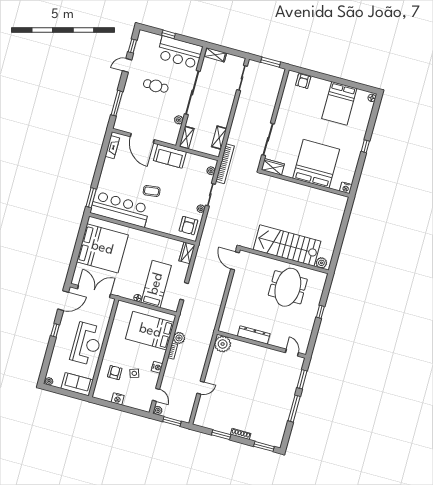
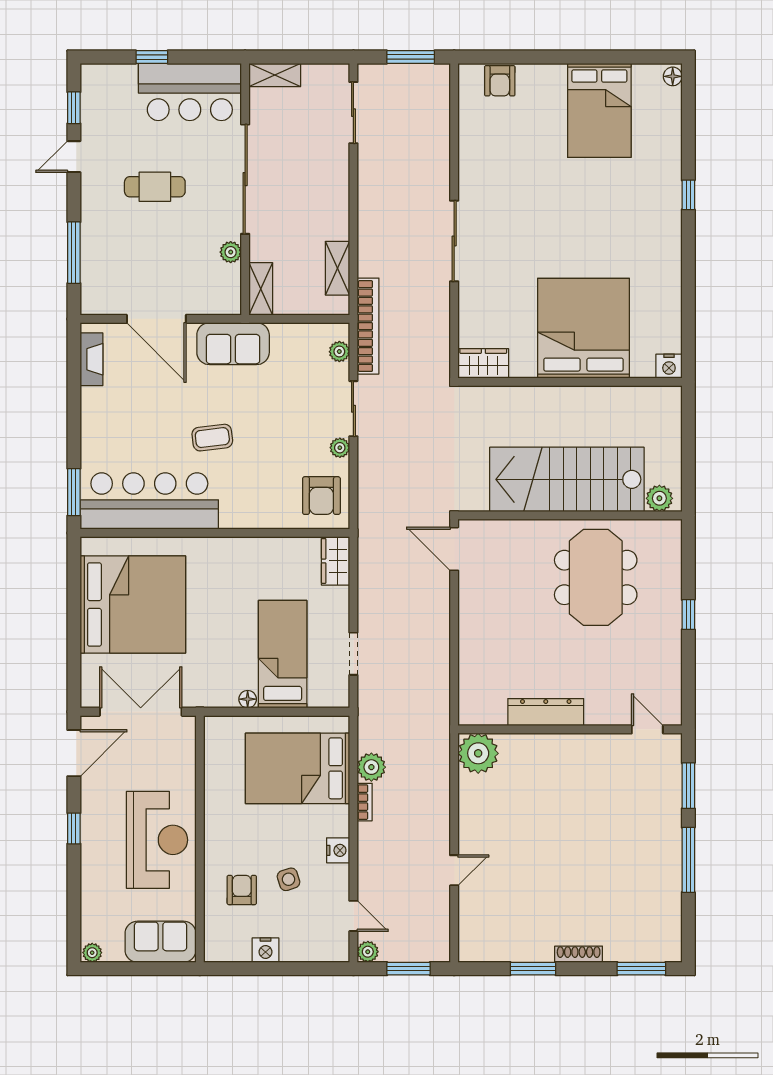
bed: (316, 164) -> (583, 328), moved
wardrobe: (273, 167) -> (483, 363), moved
wall: (305, 183) -> (570, 382), moved
nightstand: (346, 188) -> (669, 366), moved

